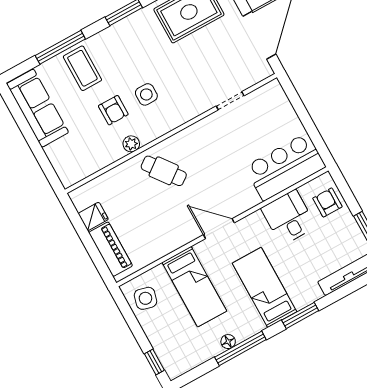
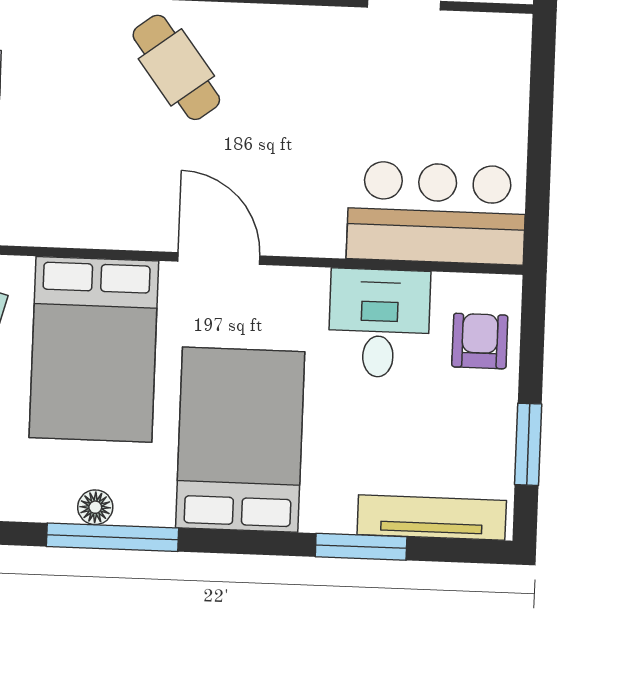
bed: (194, 287) -> (94, 349), width x1.50
bed: (264, 287) -> (240, 440), width x1.50
window: (300, 315) -> (361, 547), moved

